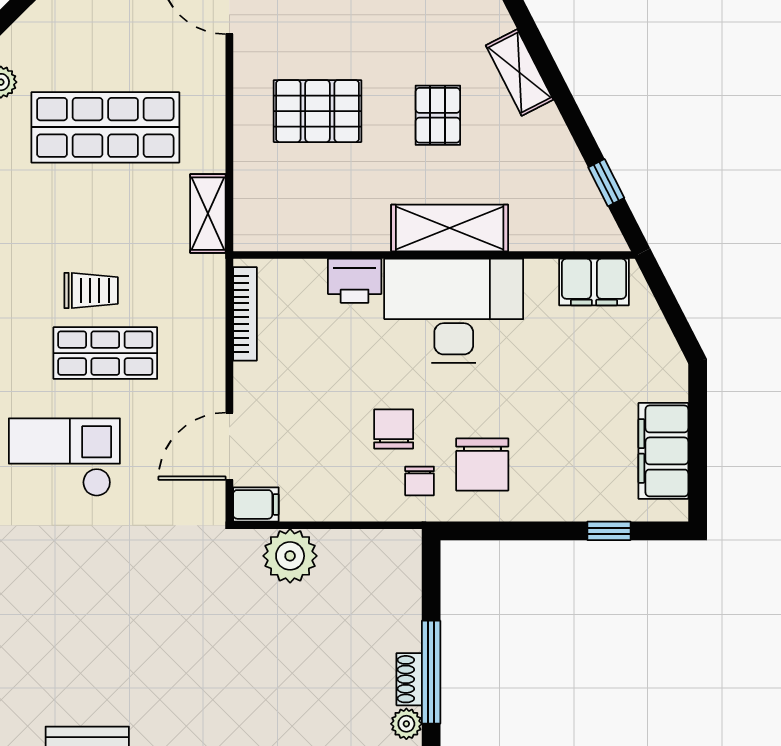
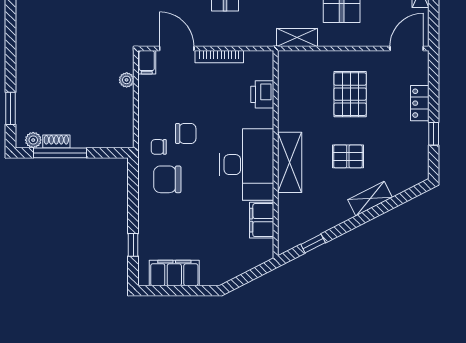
printer: (355, 281) -> (262, 94), moved
filing cabinet: (594, 282) -> (262, 220), moved
bookcase: (245, 314) -> (219, 57), moved
plant: (290, 556) -> (127, 80), width x0.53, depth x0.53

